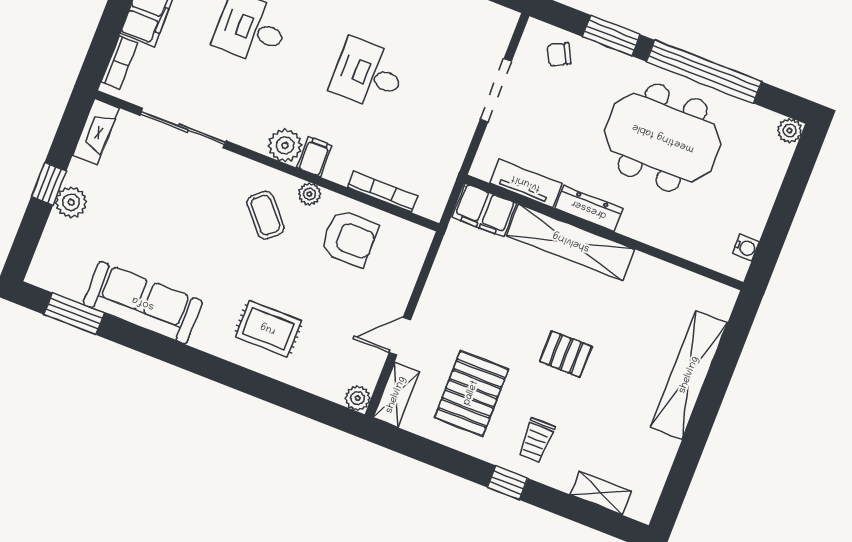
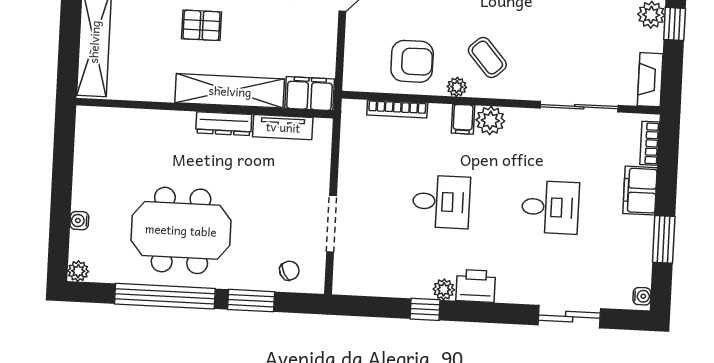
tv unit: (526, 183) -> (283, 127), moved
dresser: (589, 209) -> (224, 124), moved
filing cabinet: (484, 210) -> (310, 94), moved
wall: (604, 232) -> (205, 108), moved
armchair: (349, 238) -> (412, 61), turned 180
shelving: (571, 242) -> (230, 91), moved
water cooler: (746, 248) -> (79, 221), moved

